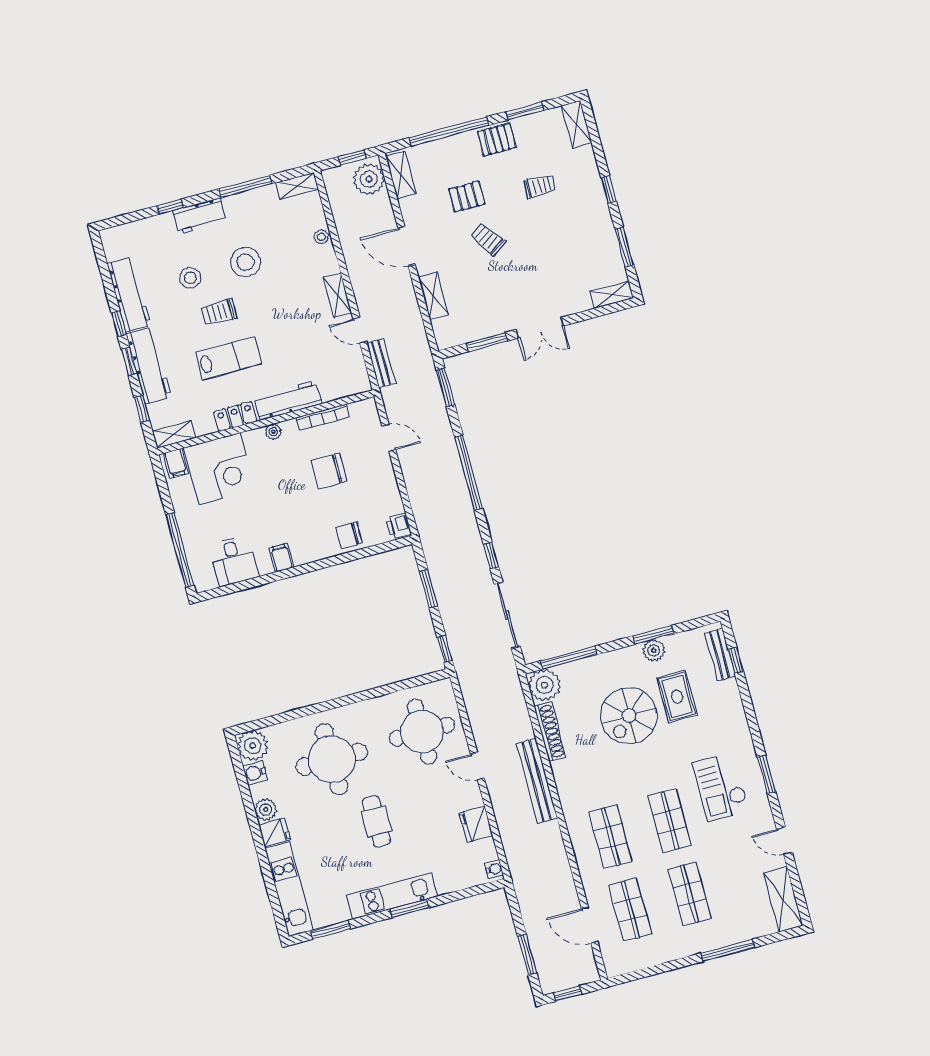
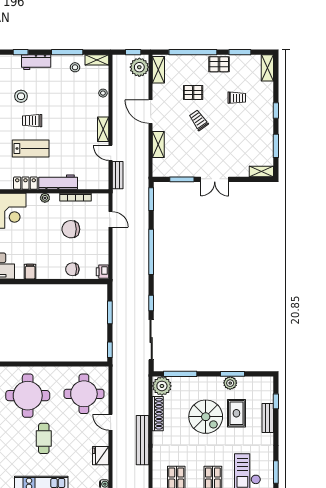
stool: (246, 262) -> (75, 67), moved, width x0.53, depth x0.53
bench: (720, 655) -> (268, 418), moved
spiral stairs: (629, 716) -> (206, 417), turned -90

